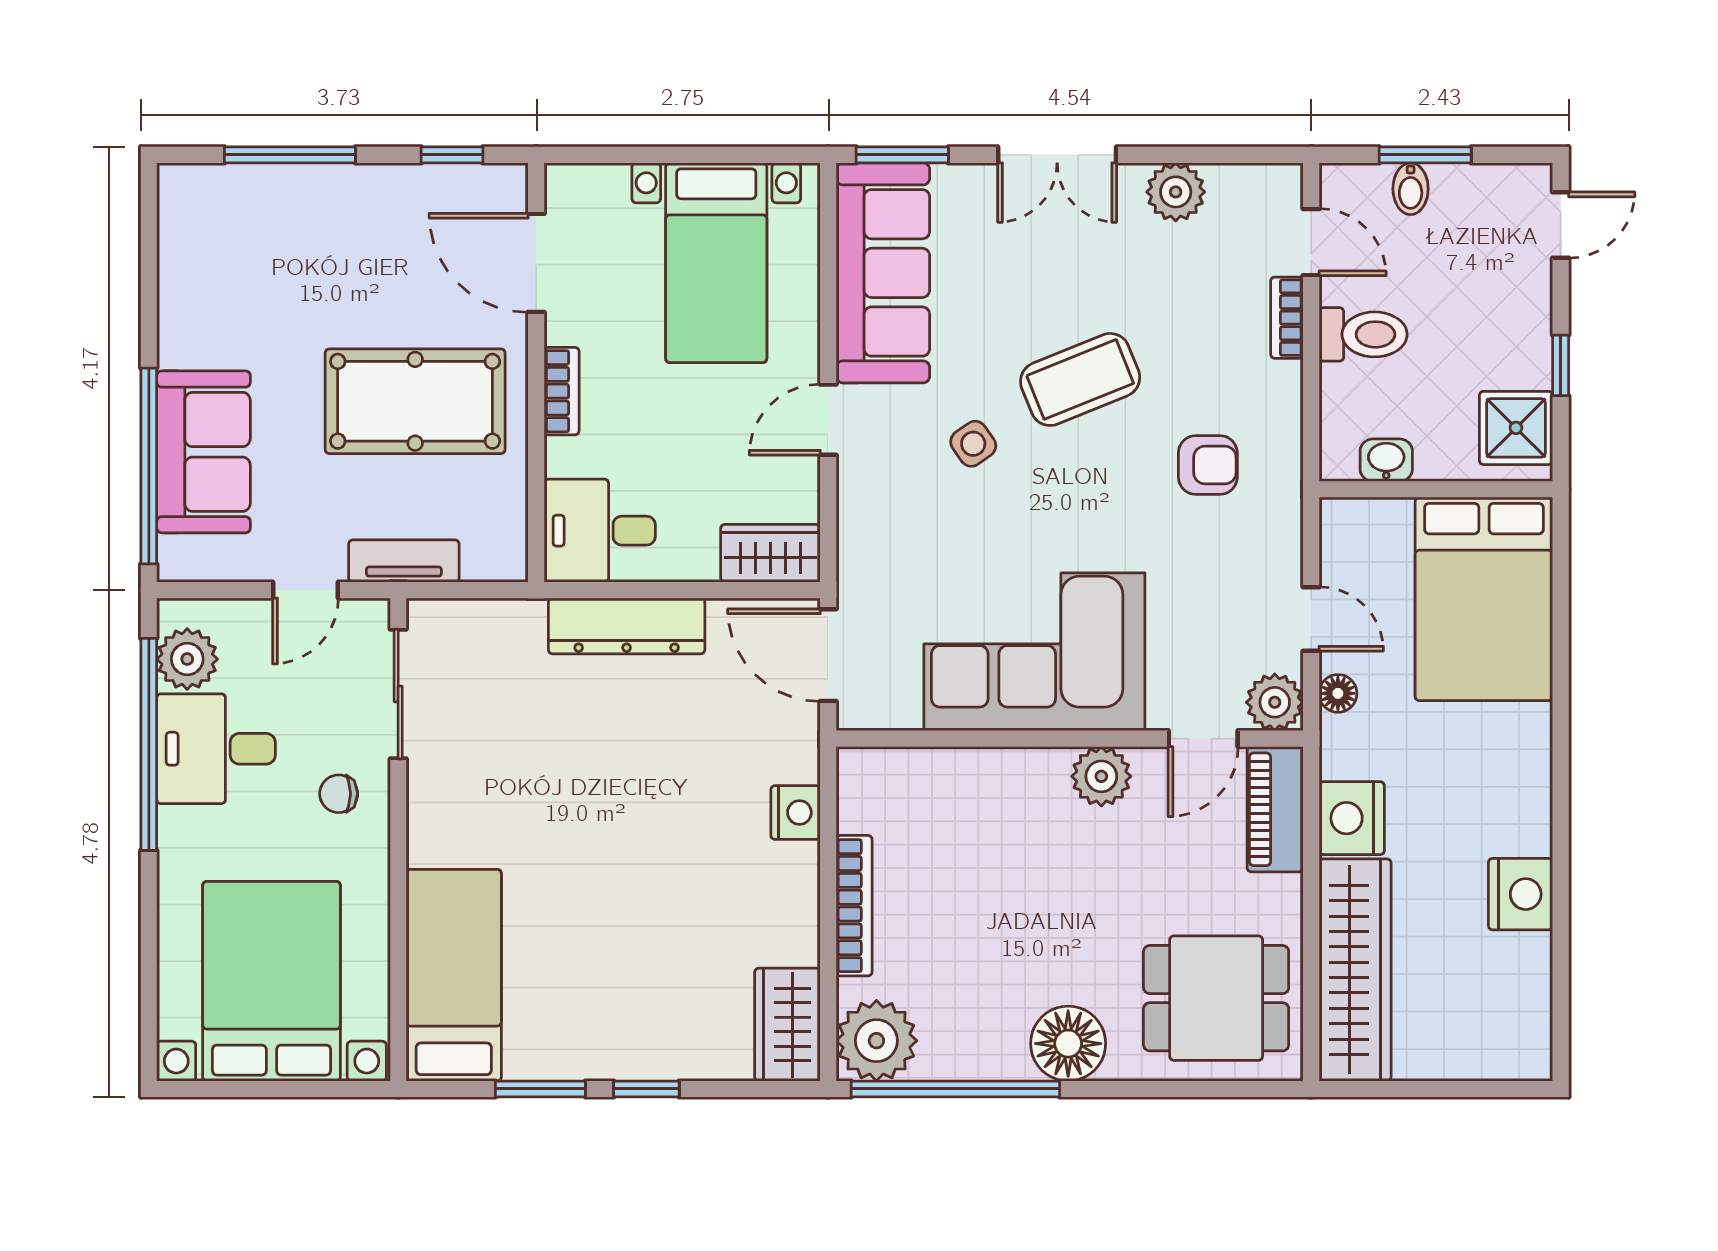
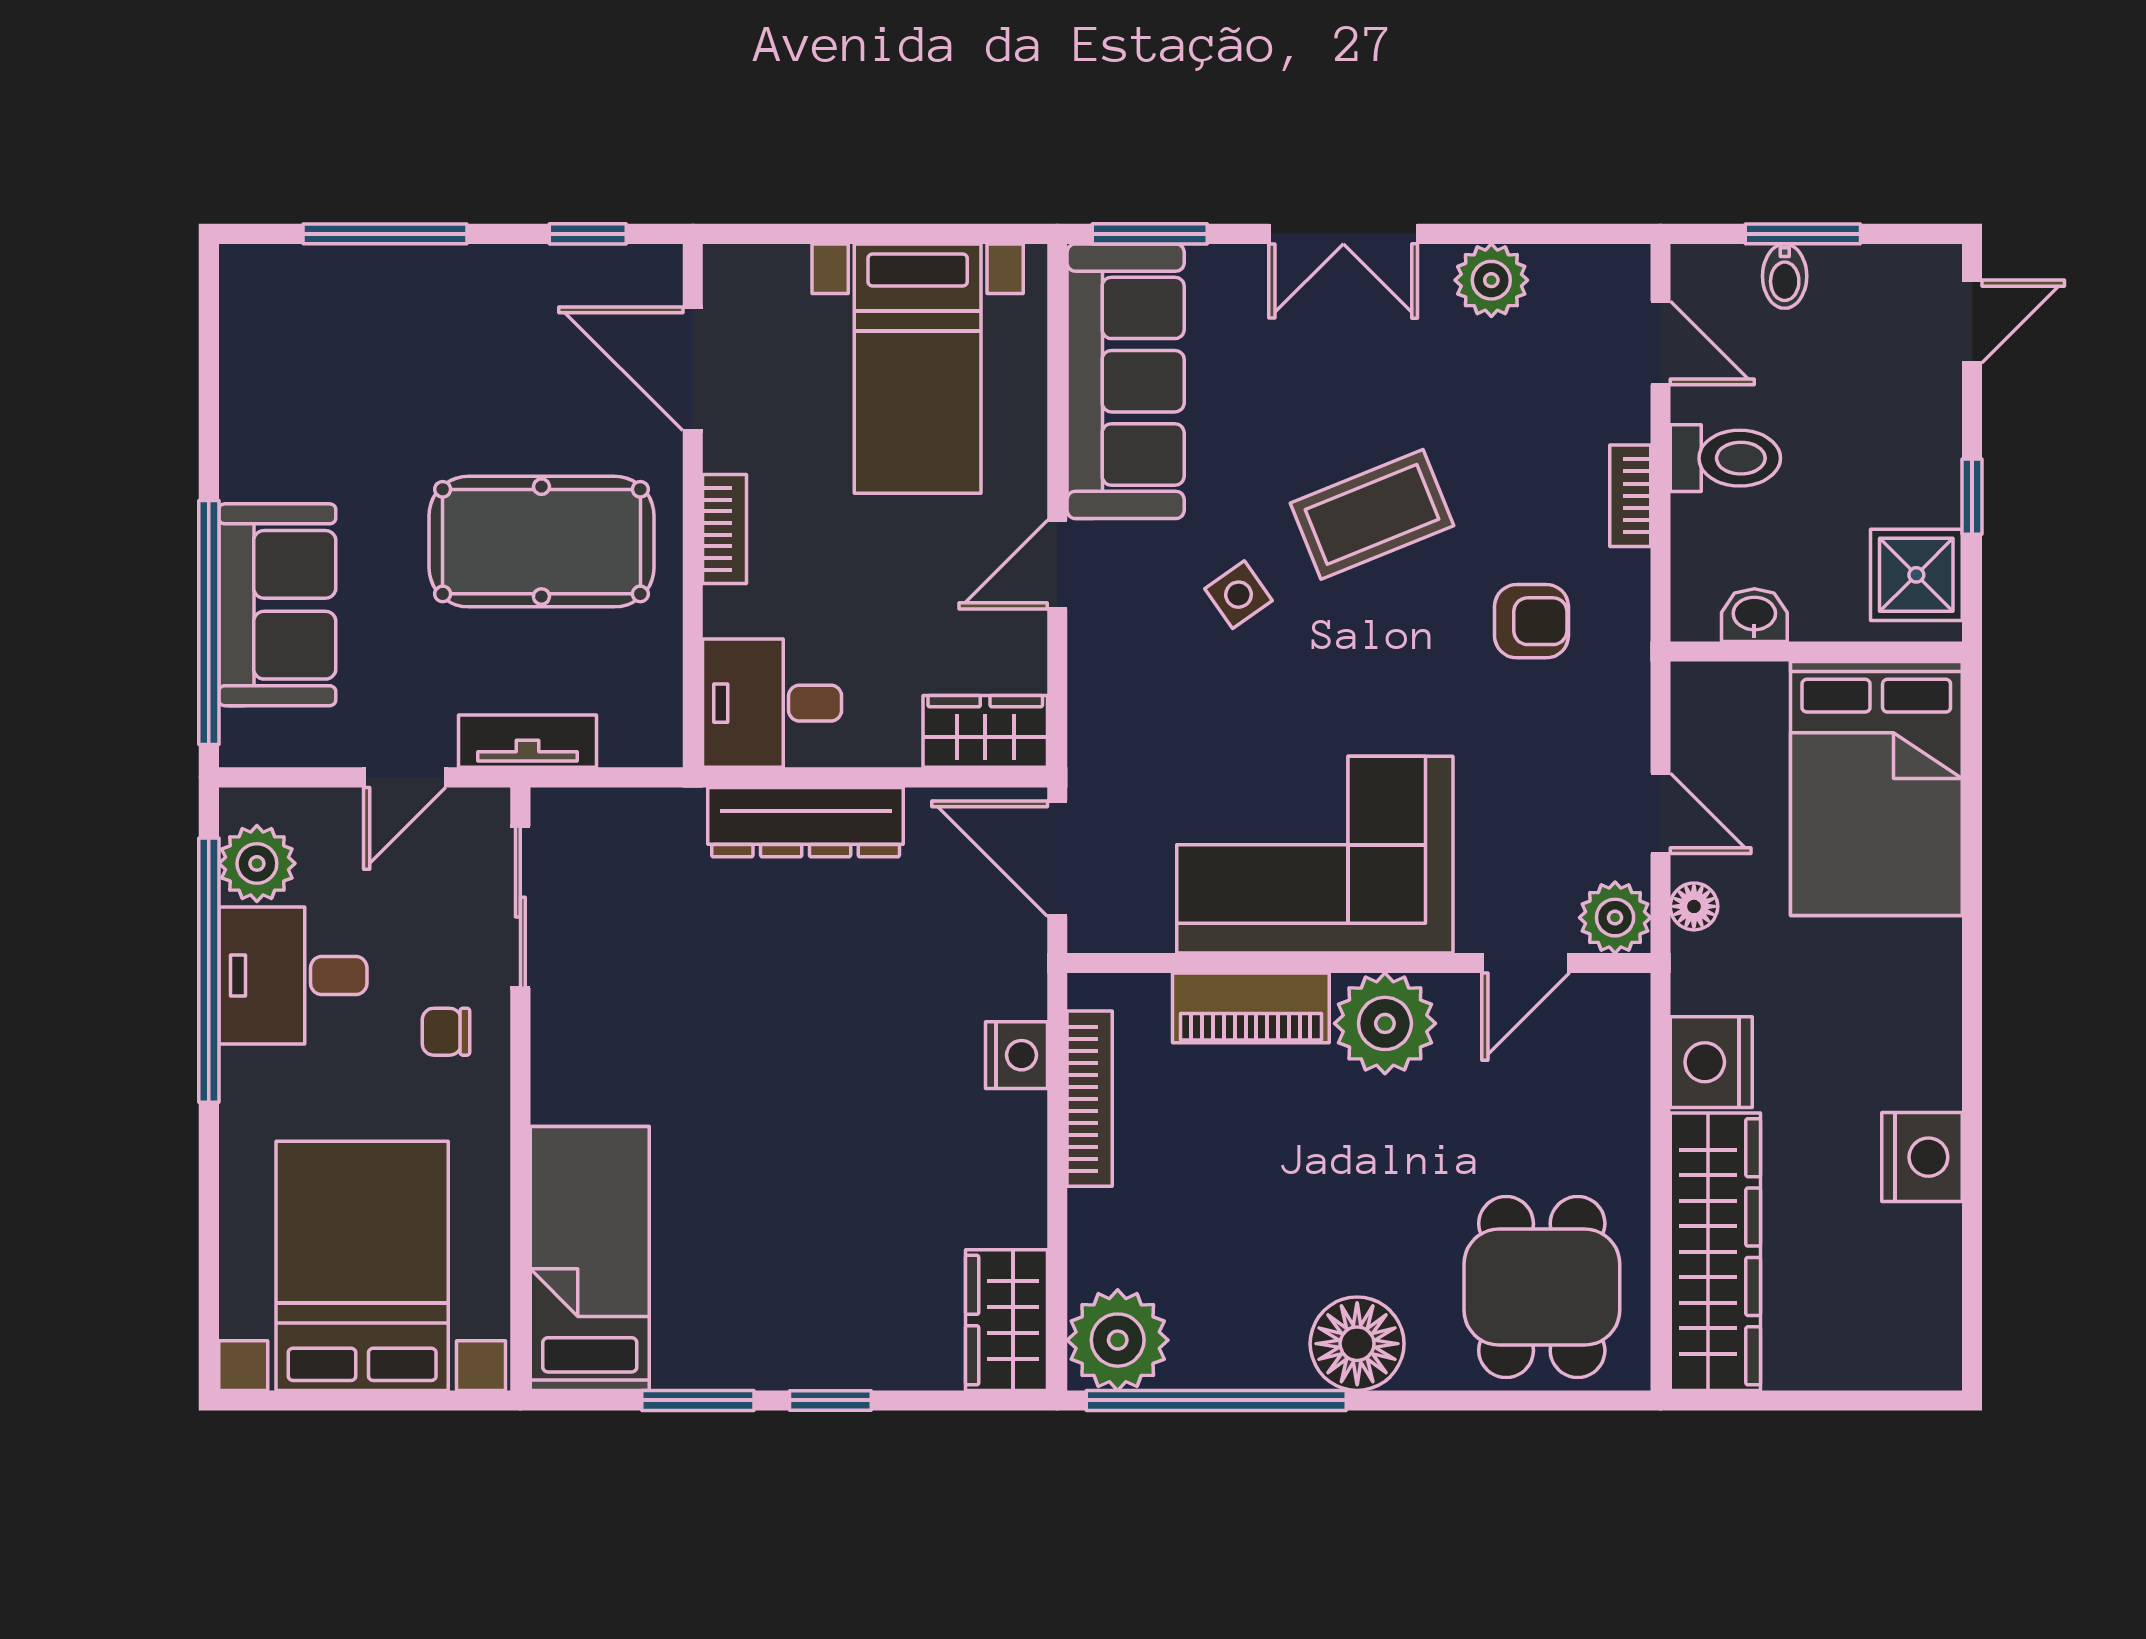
bookcase: (1287, 318) -> (1630, 496), moved
plant: (1101, 776) -> (1385, 1023), width x1.36, depth x1.36
piano: (1275, 809) -> (1251, 1008), moved, turned -90
bookcase: (854, 906) -> (1090, 1099), moved
dining table: (1216, 998) -> (1542, 1287), turned 90

